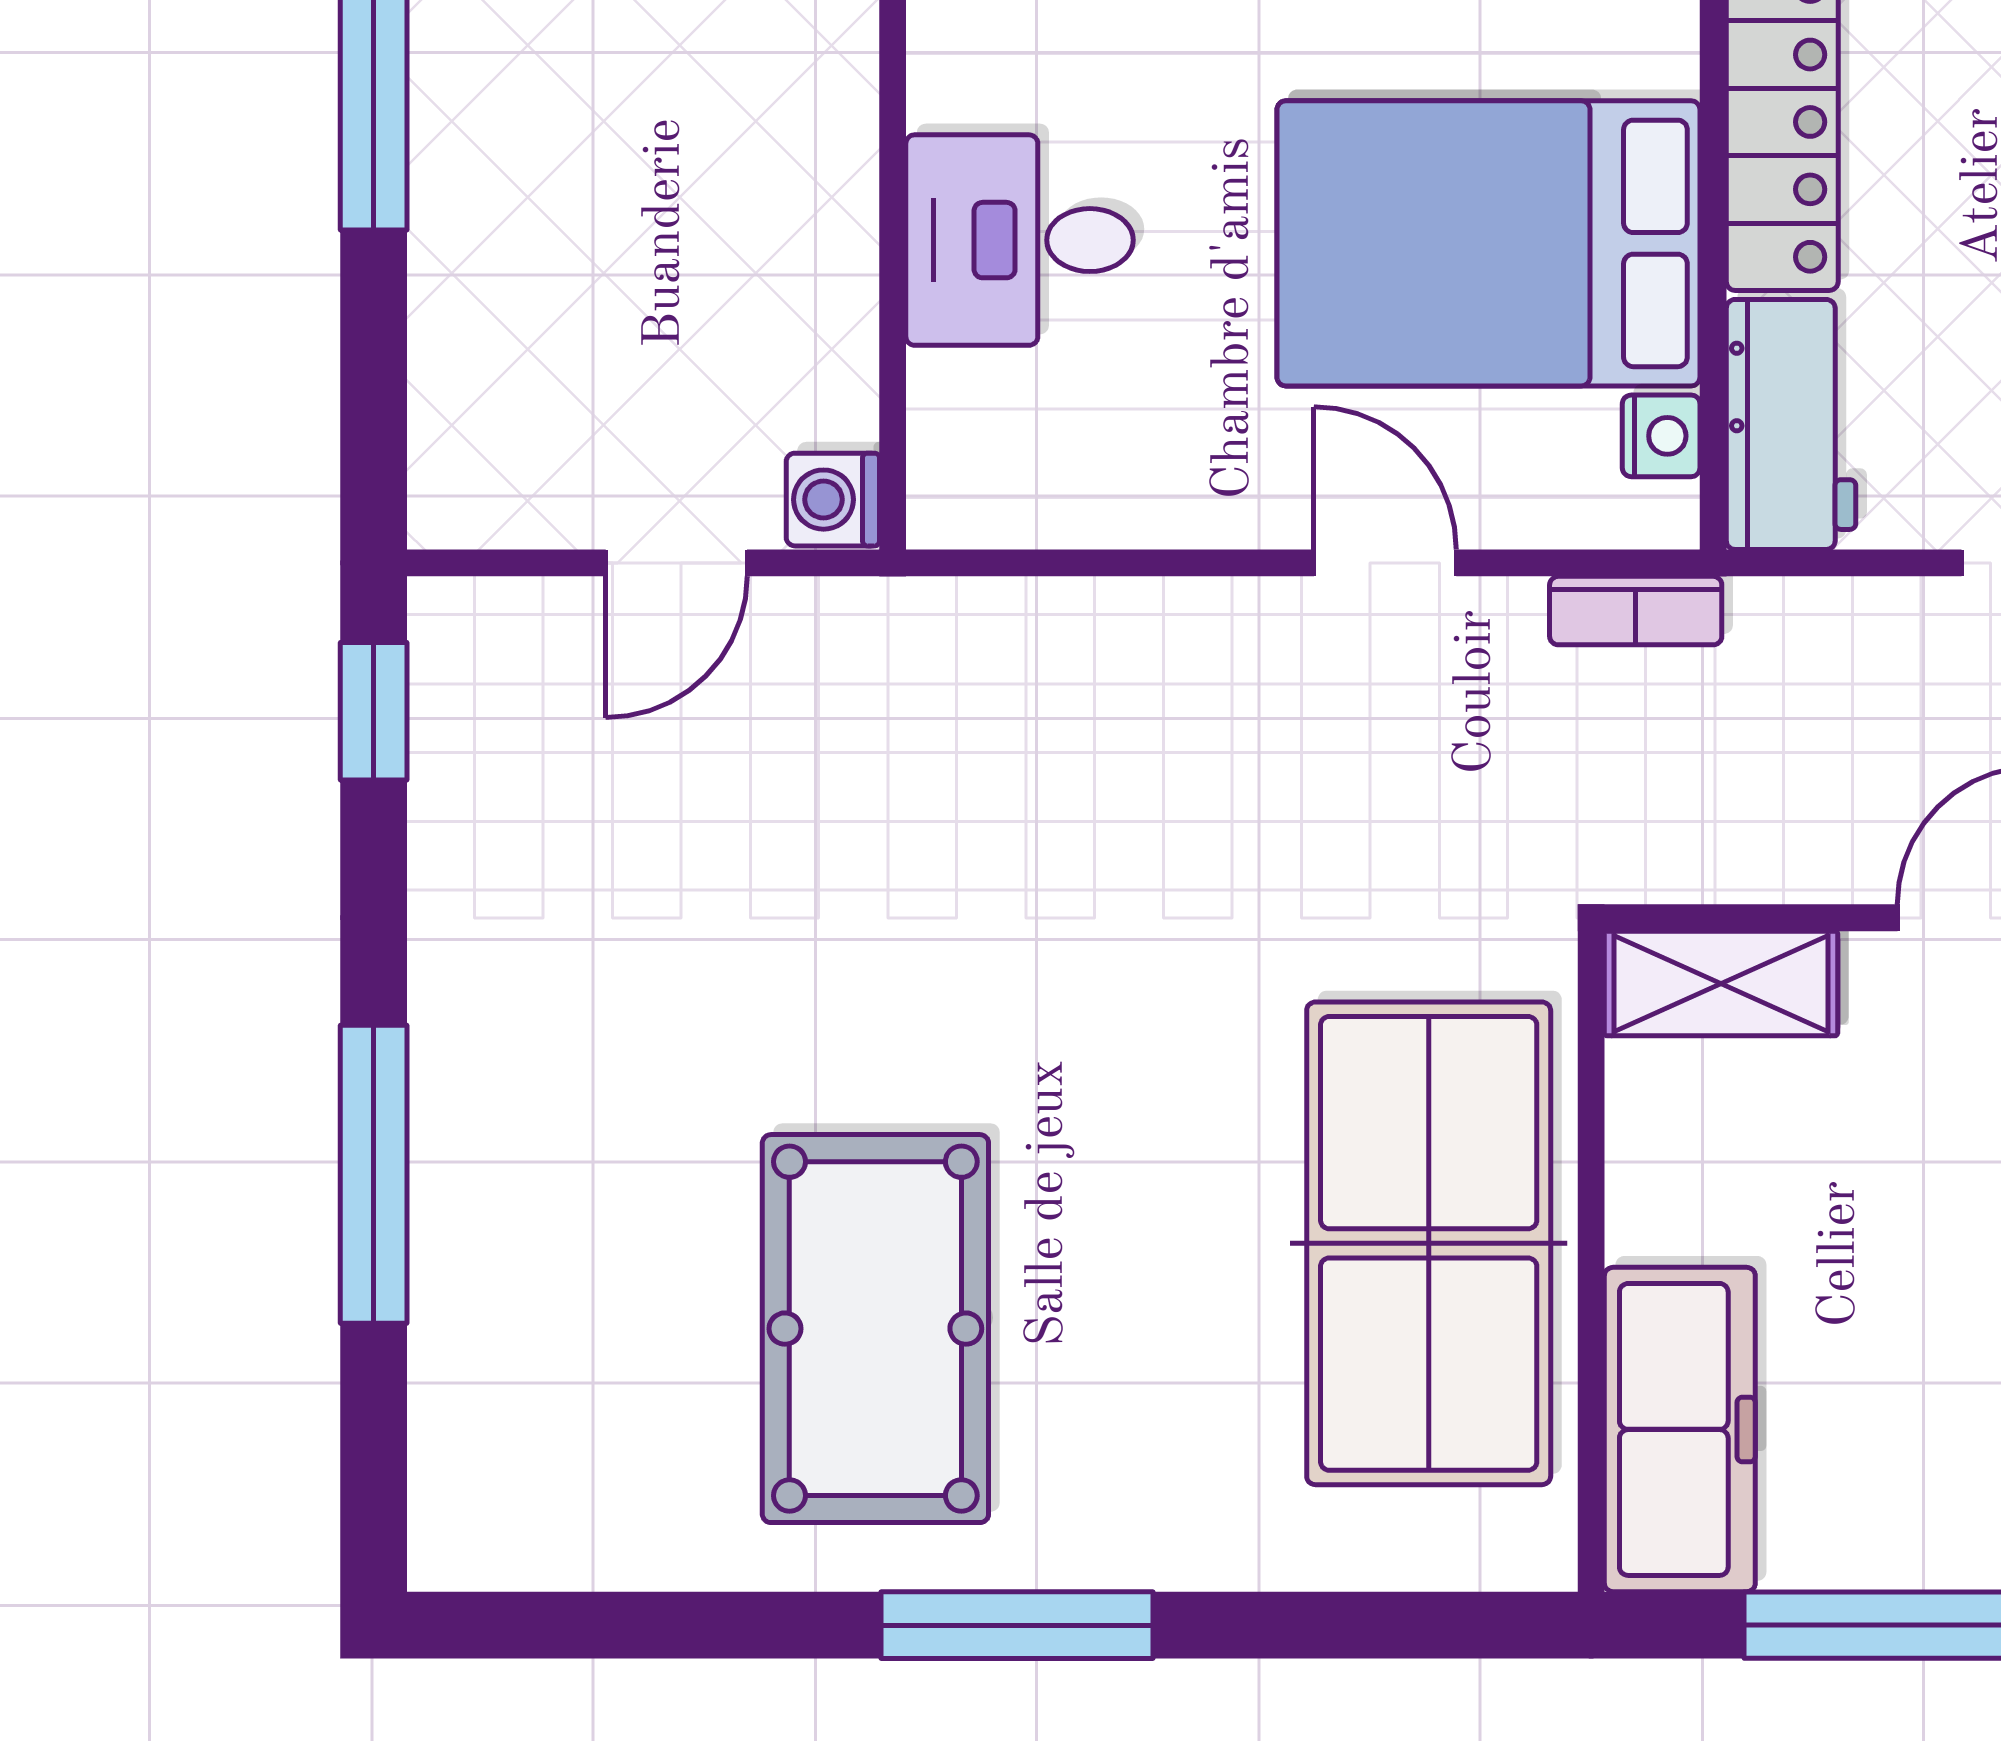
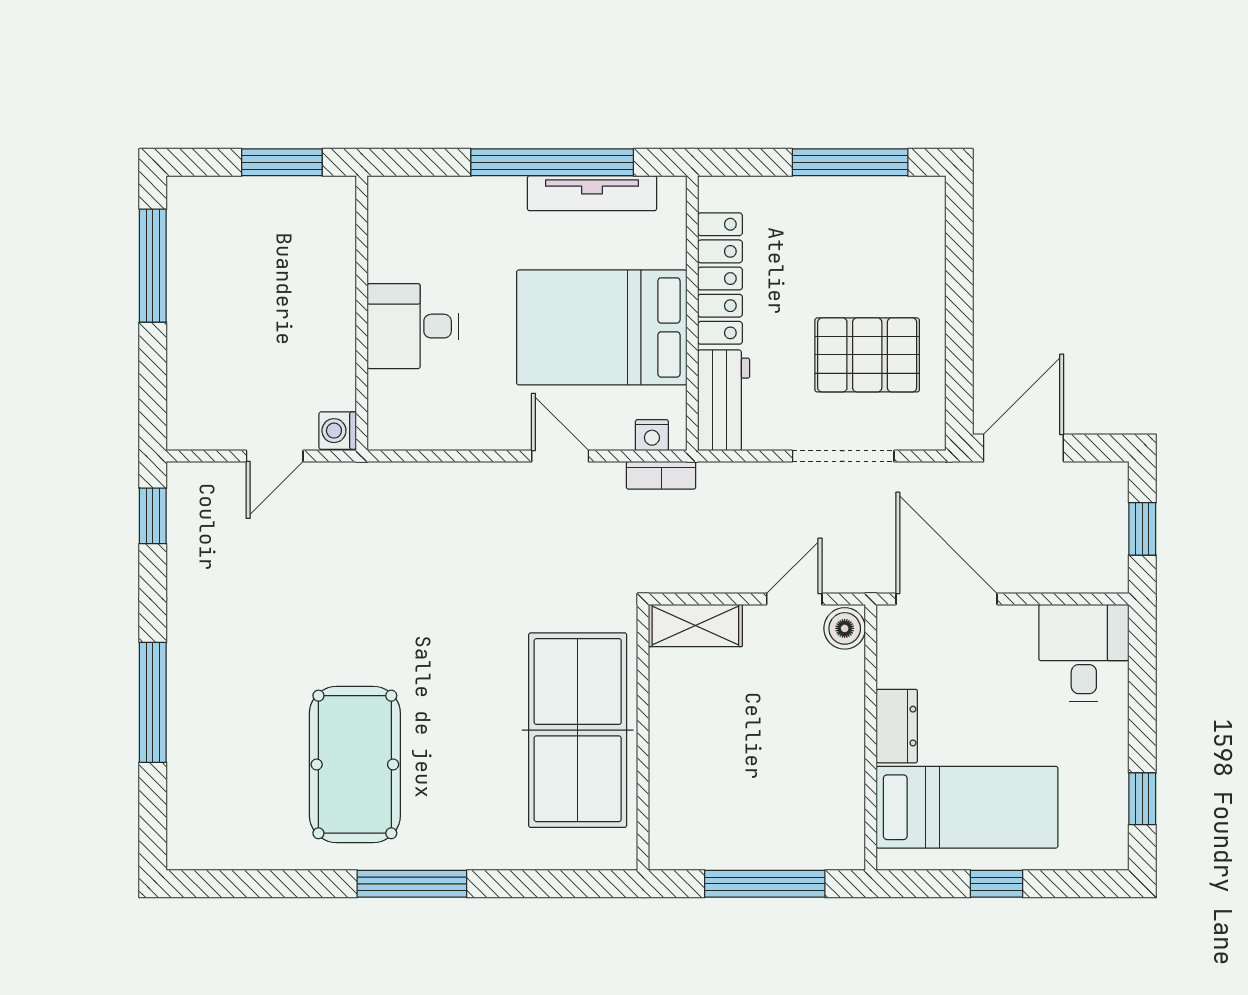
nightstand: (1661, 436) -> (652, 435), moved, turned 90
freezer: (1680, 1429) -> (679, 805), removed

